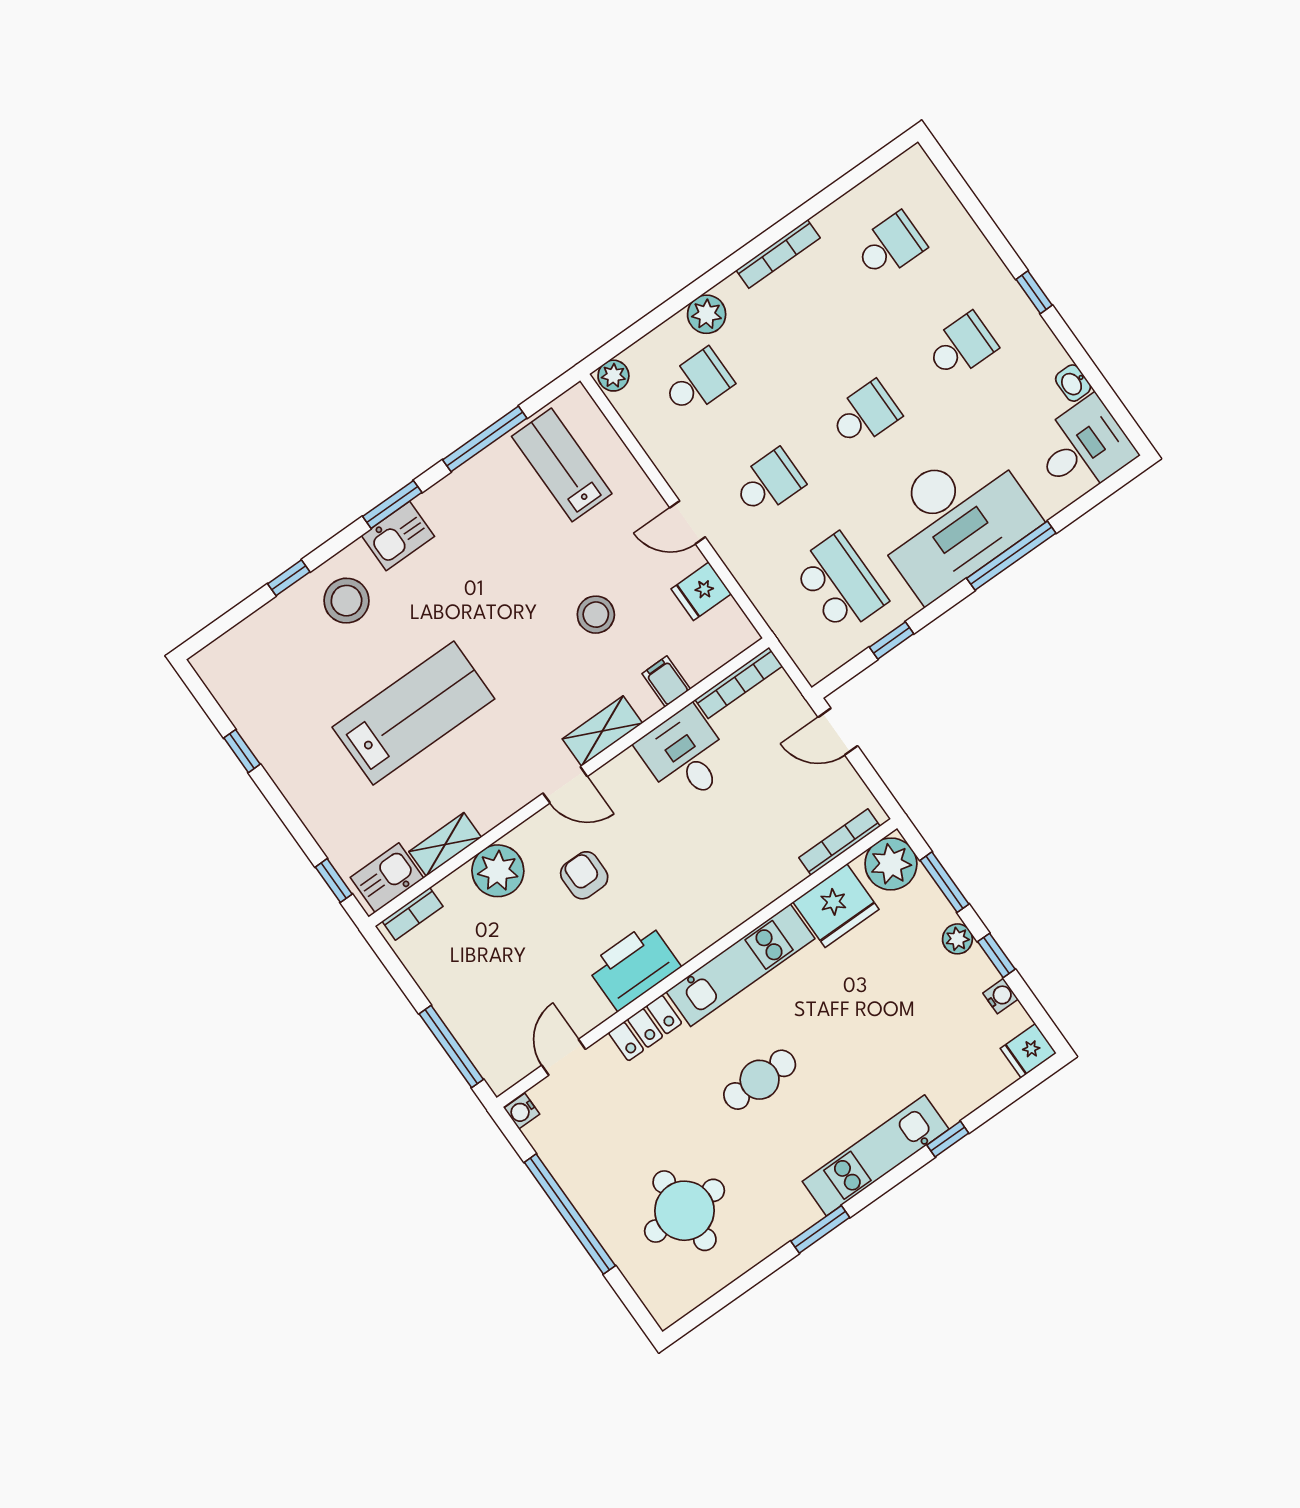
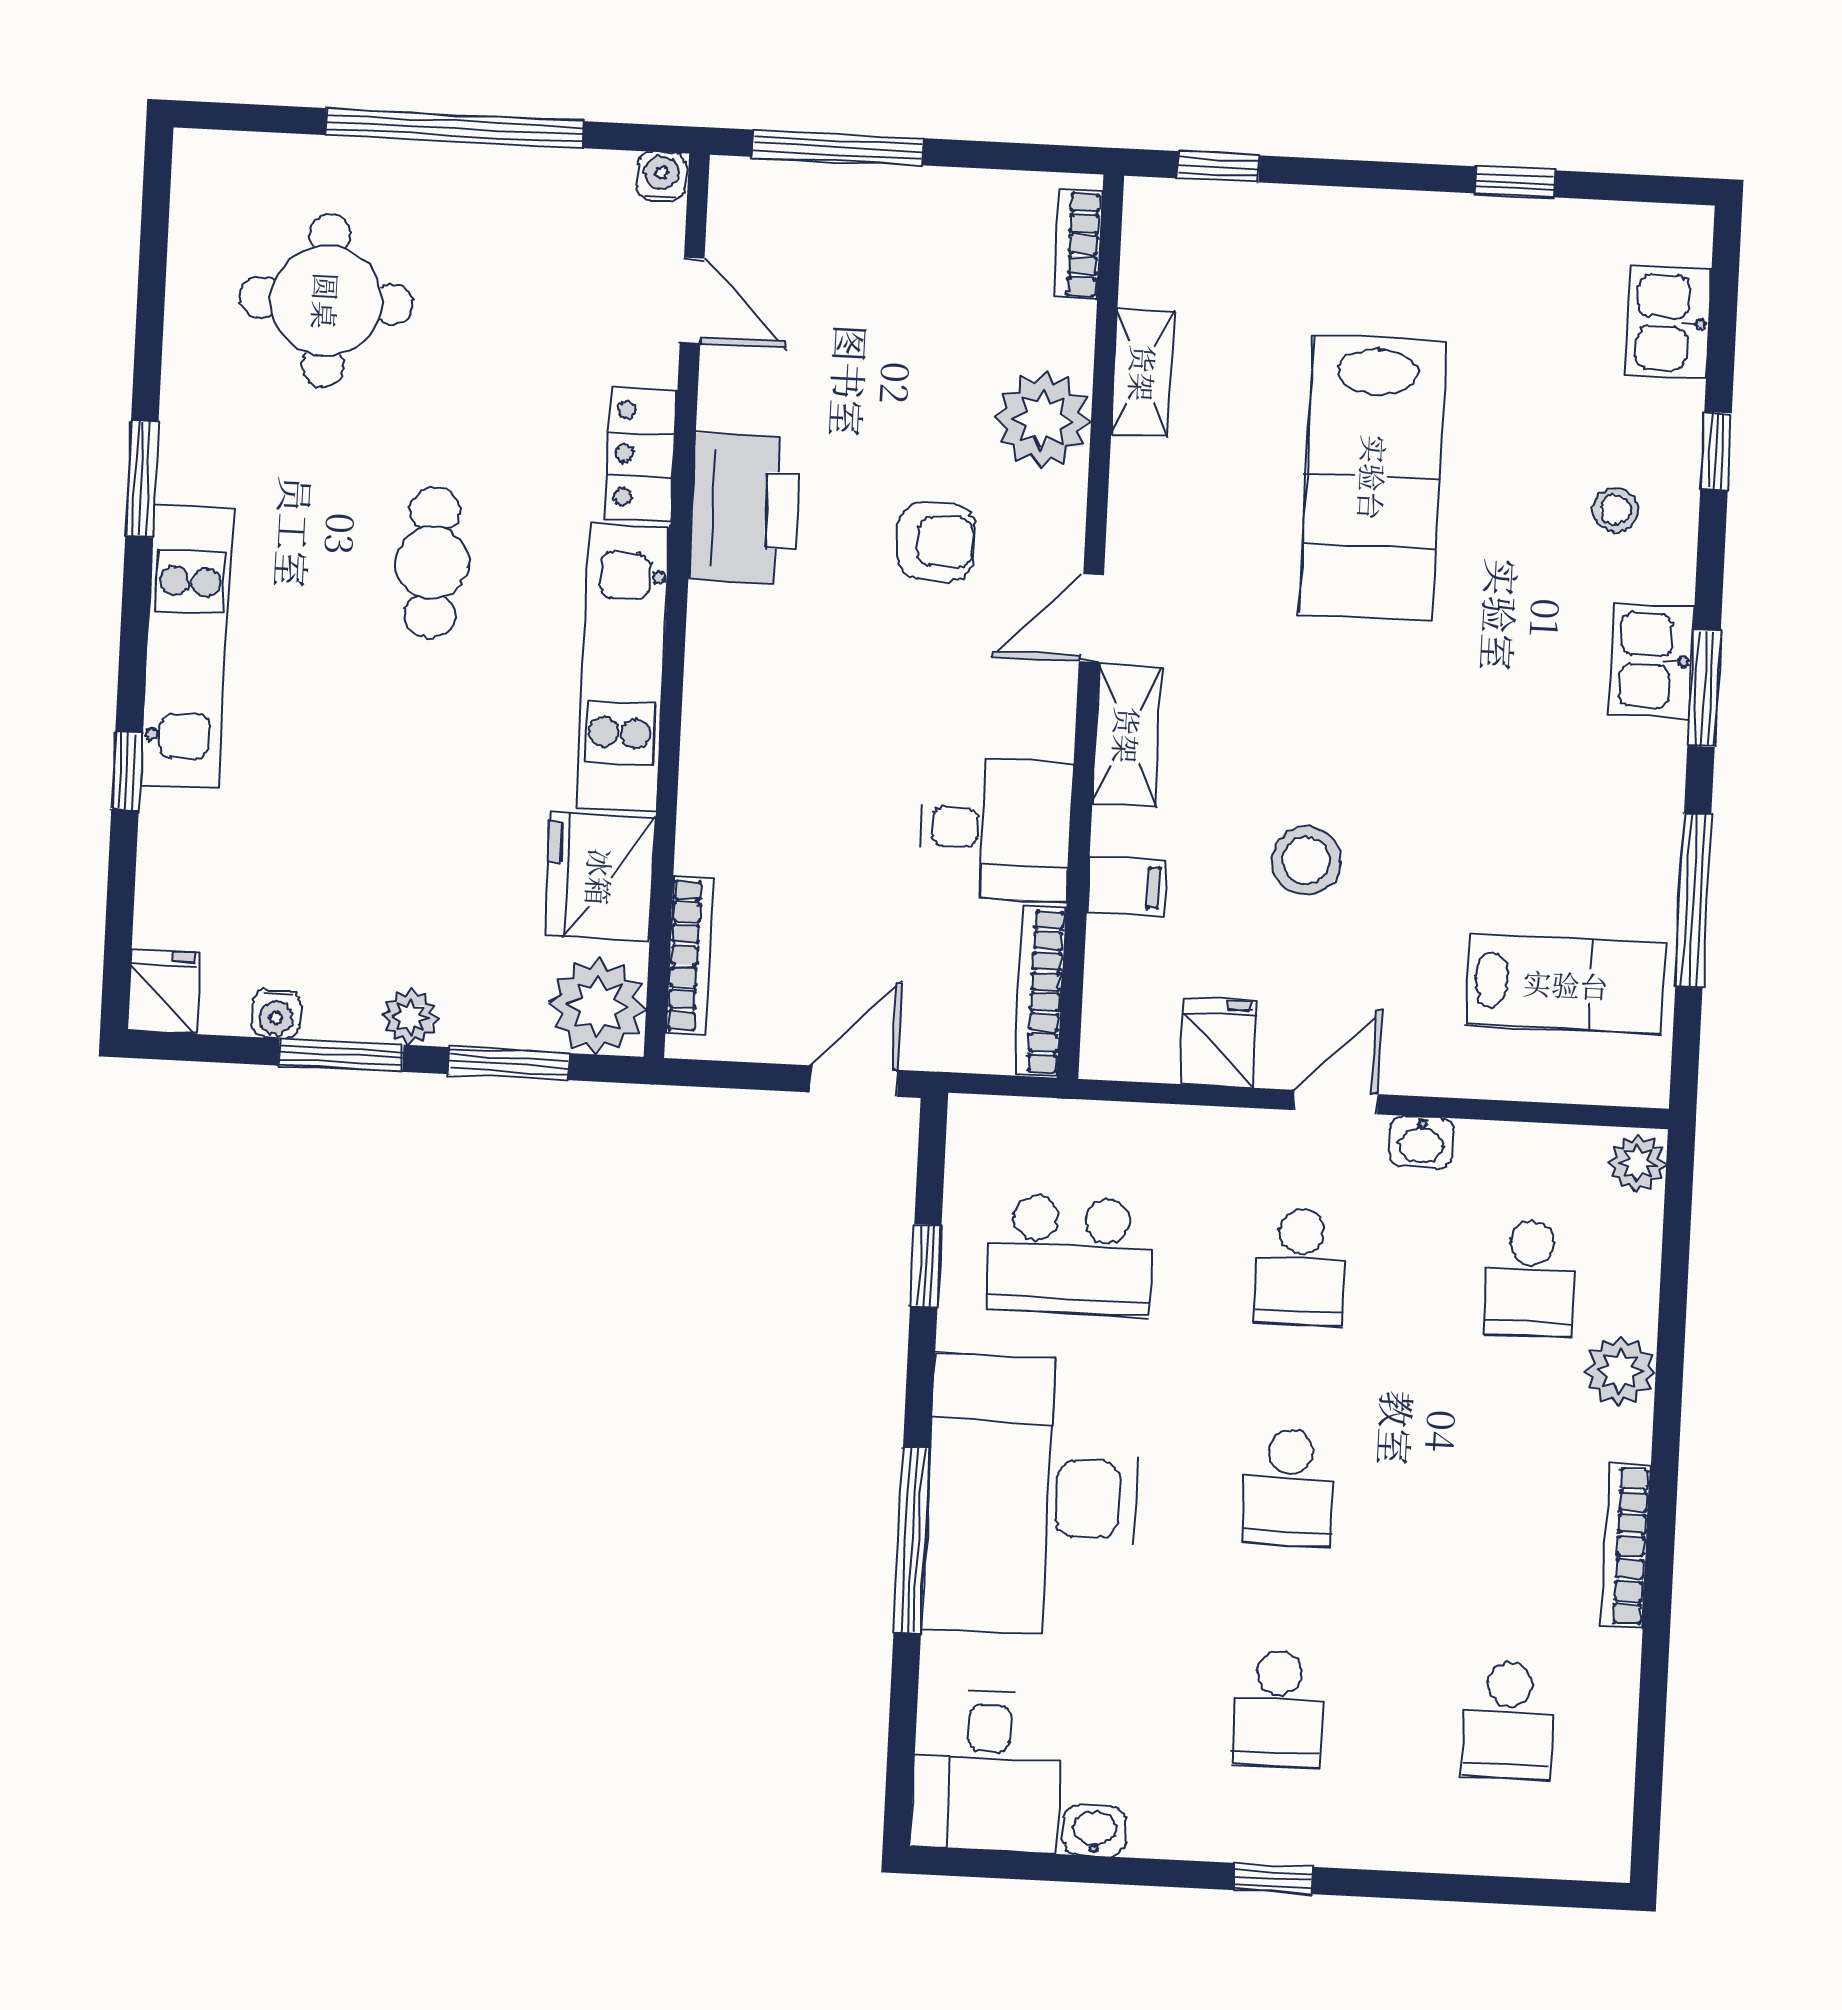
washbasin: (676, 473) -> (1421, 1143), added
stool: (346, 601) -> (1616, 510), width x0.53, depth x0.53
kitchen sink: (387, 878) -> (1668, 322), moved, turned 180
window: (996, 955) -> (341, 1055), width x1.50

